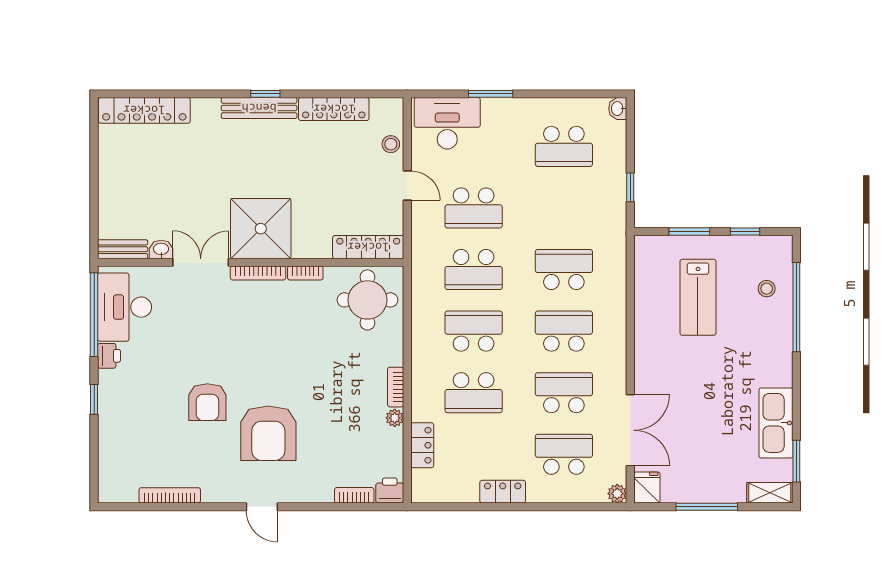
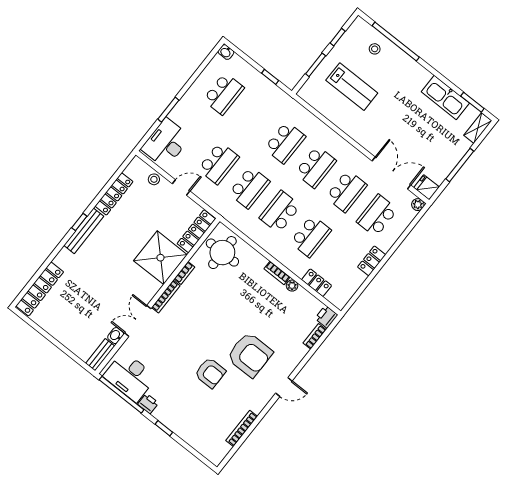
shower: (261, 229) -> (160, 258), moved
school desk: (564, 270) -> (285, 143), turned 180
school desk: (564, 331) -> (316, 167), turned 180
school desk: (564, 393) -> (346, 191), turned 180

